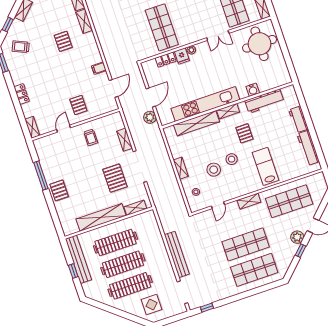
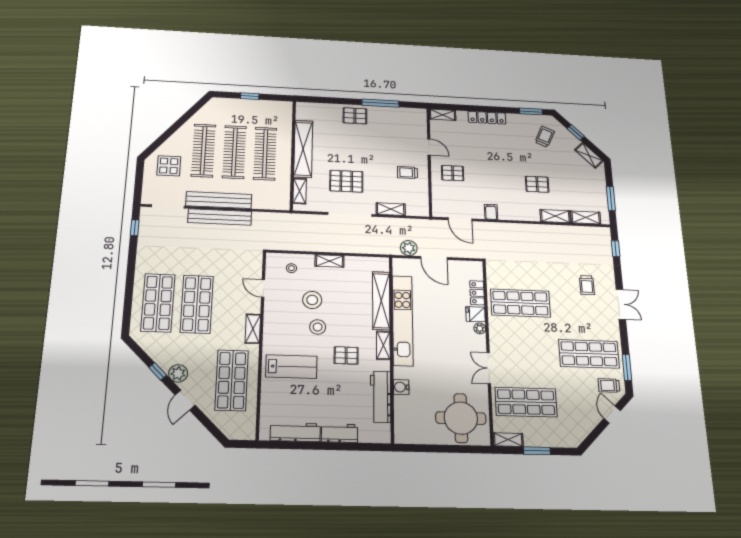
locker: (22, 94) -> (487, 118), width x1.53
bench: (78, 259) -> (219, 200), moved

